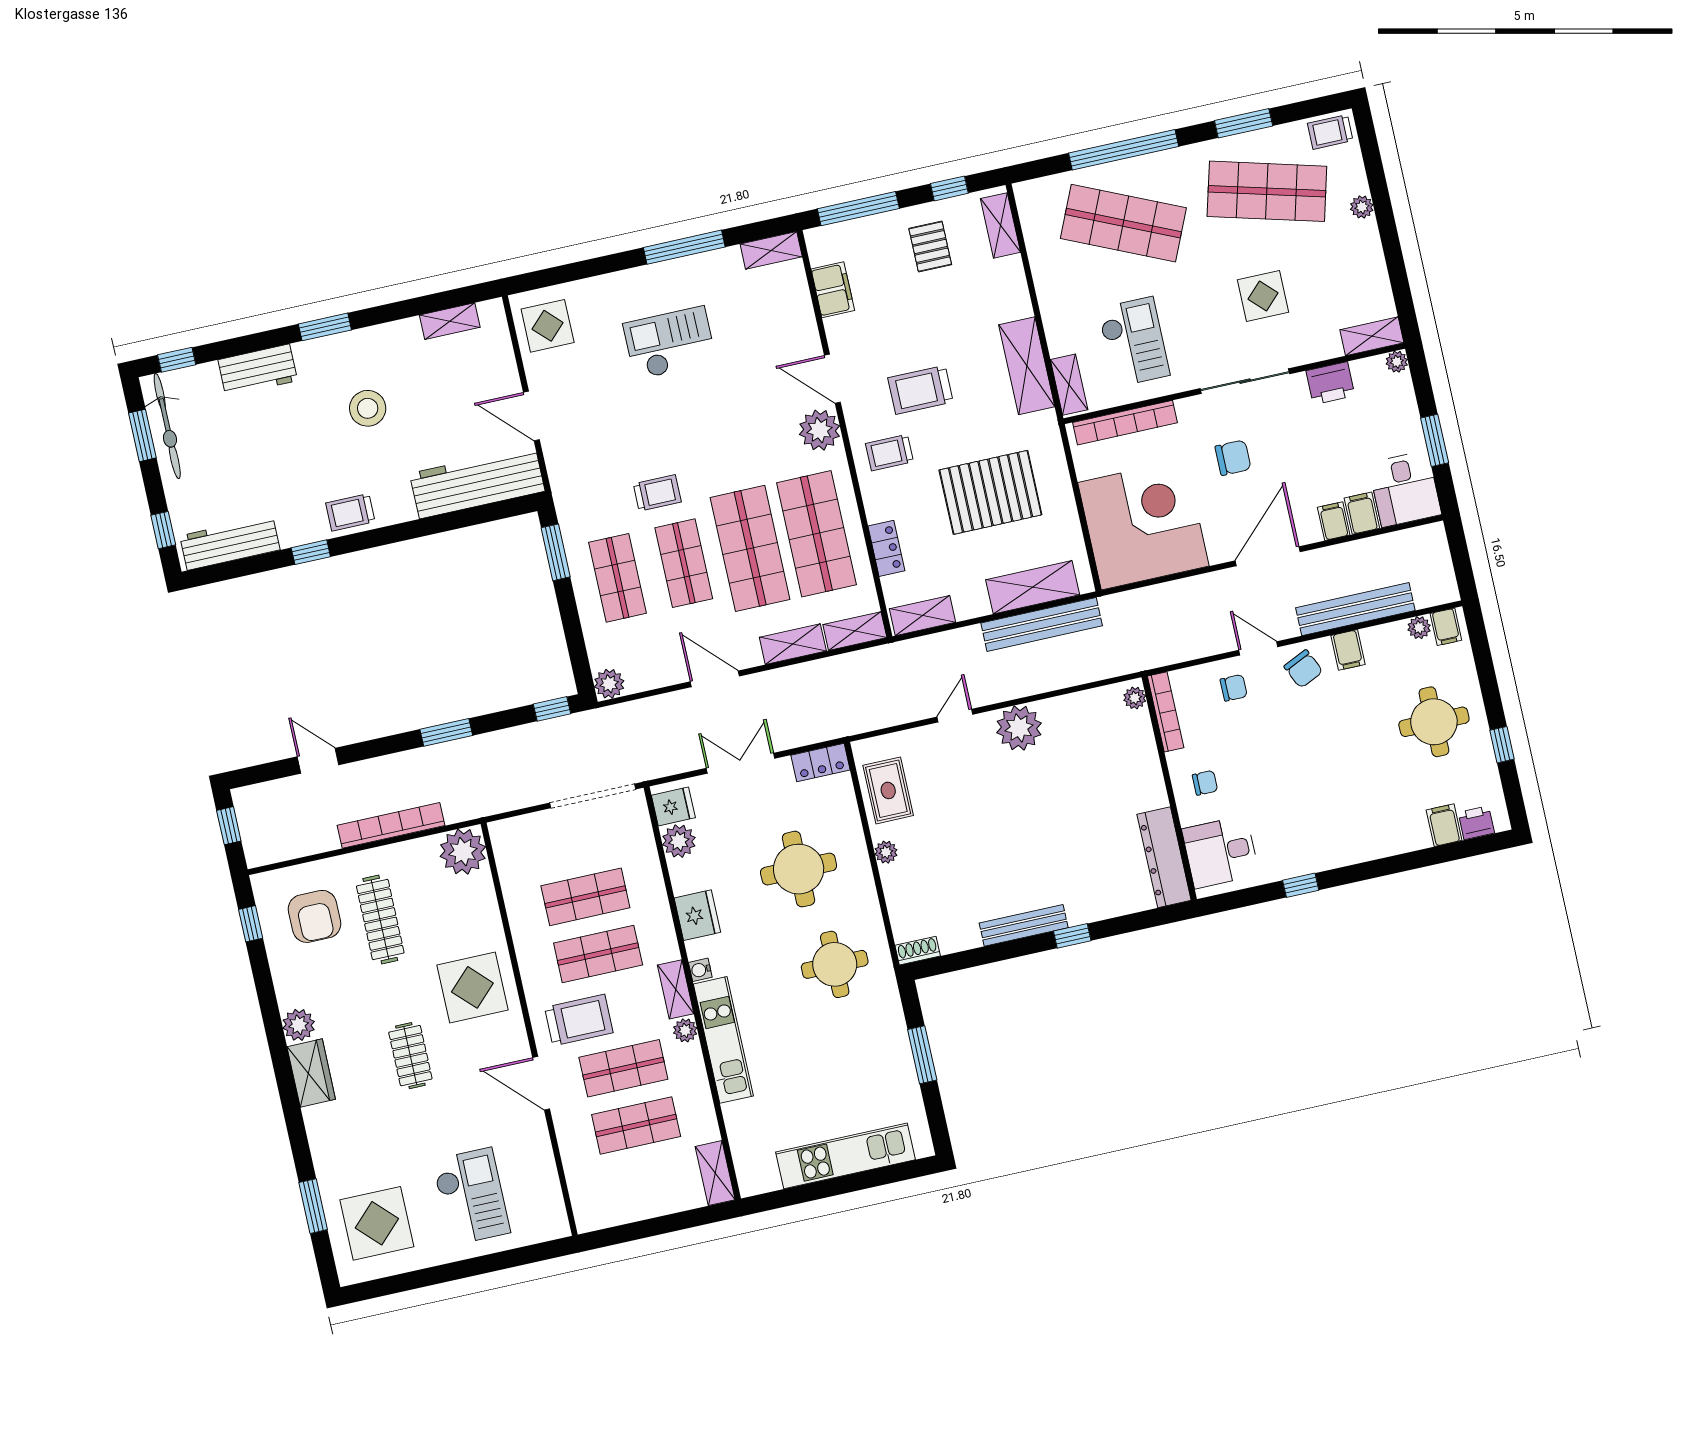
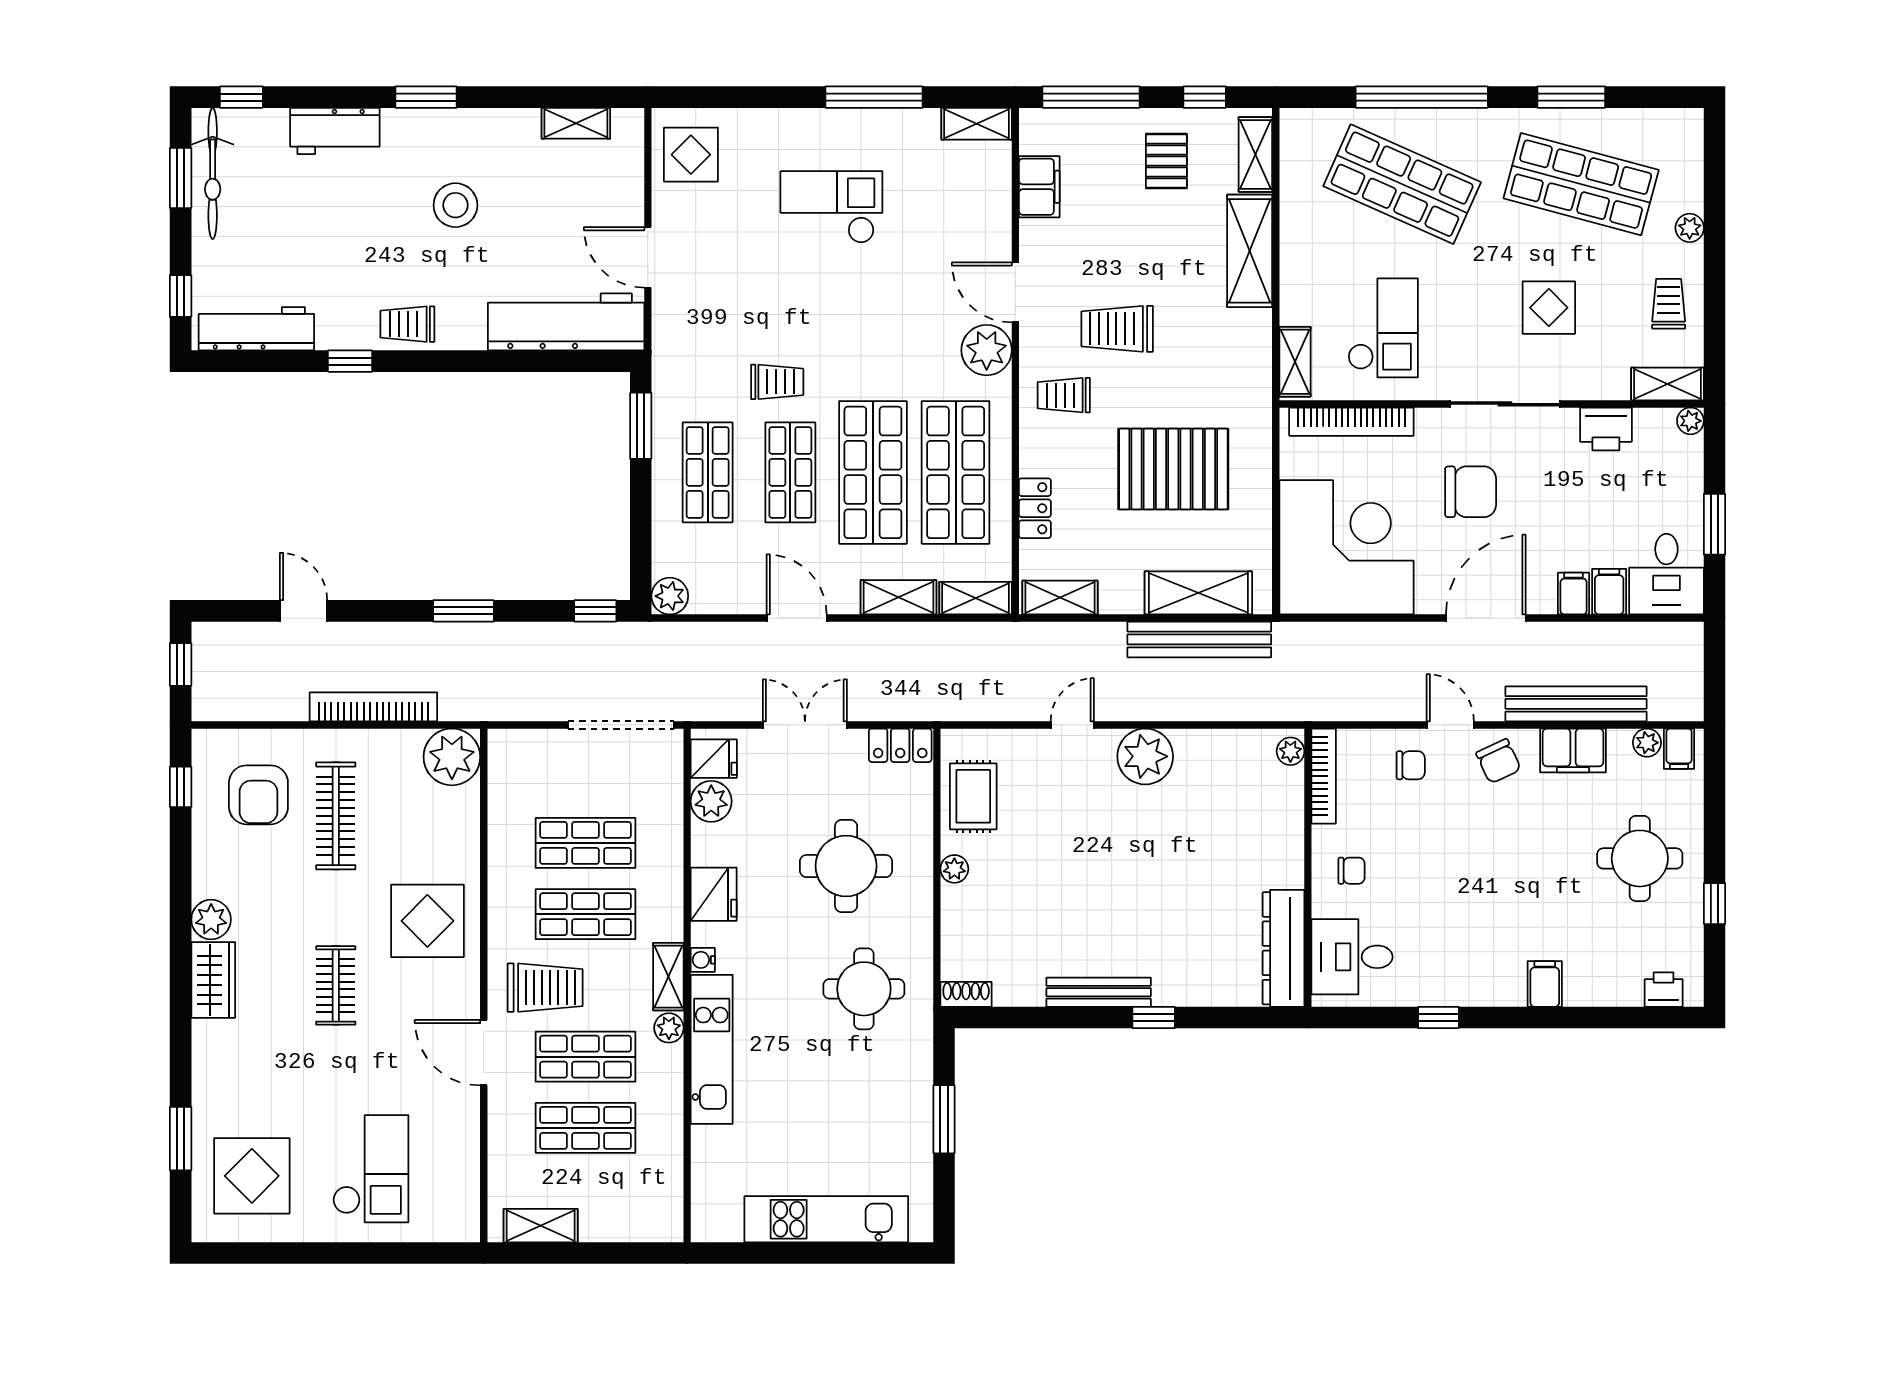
trolley: (1330, 132) -> (1669, 304), moved, turned 90
shelving: (1027, 366) -> (1250, 251), moved
chair: (1233, 458) -> (1471, 492), width x1.37, depth x1.37
filing cabinet: (1348, 650) -> (1573, 750), width x2.00
filing cabinet: (1444, 825) -> (1545, 984), moved
shelving: (715, 1173) -> (541, 1226), moved, turned 90

